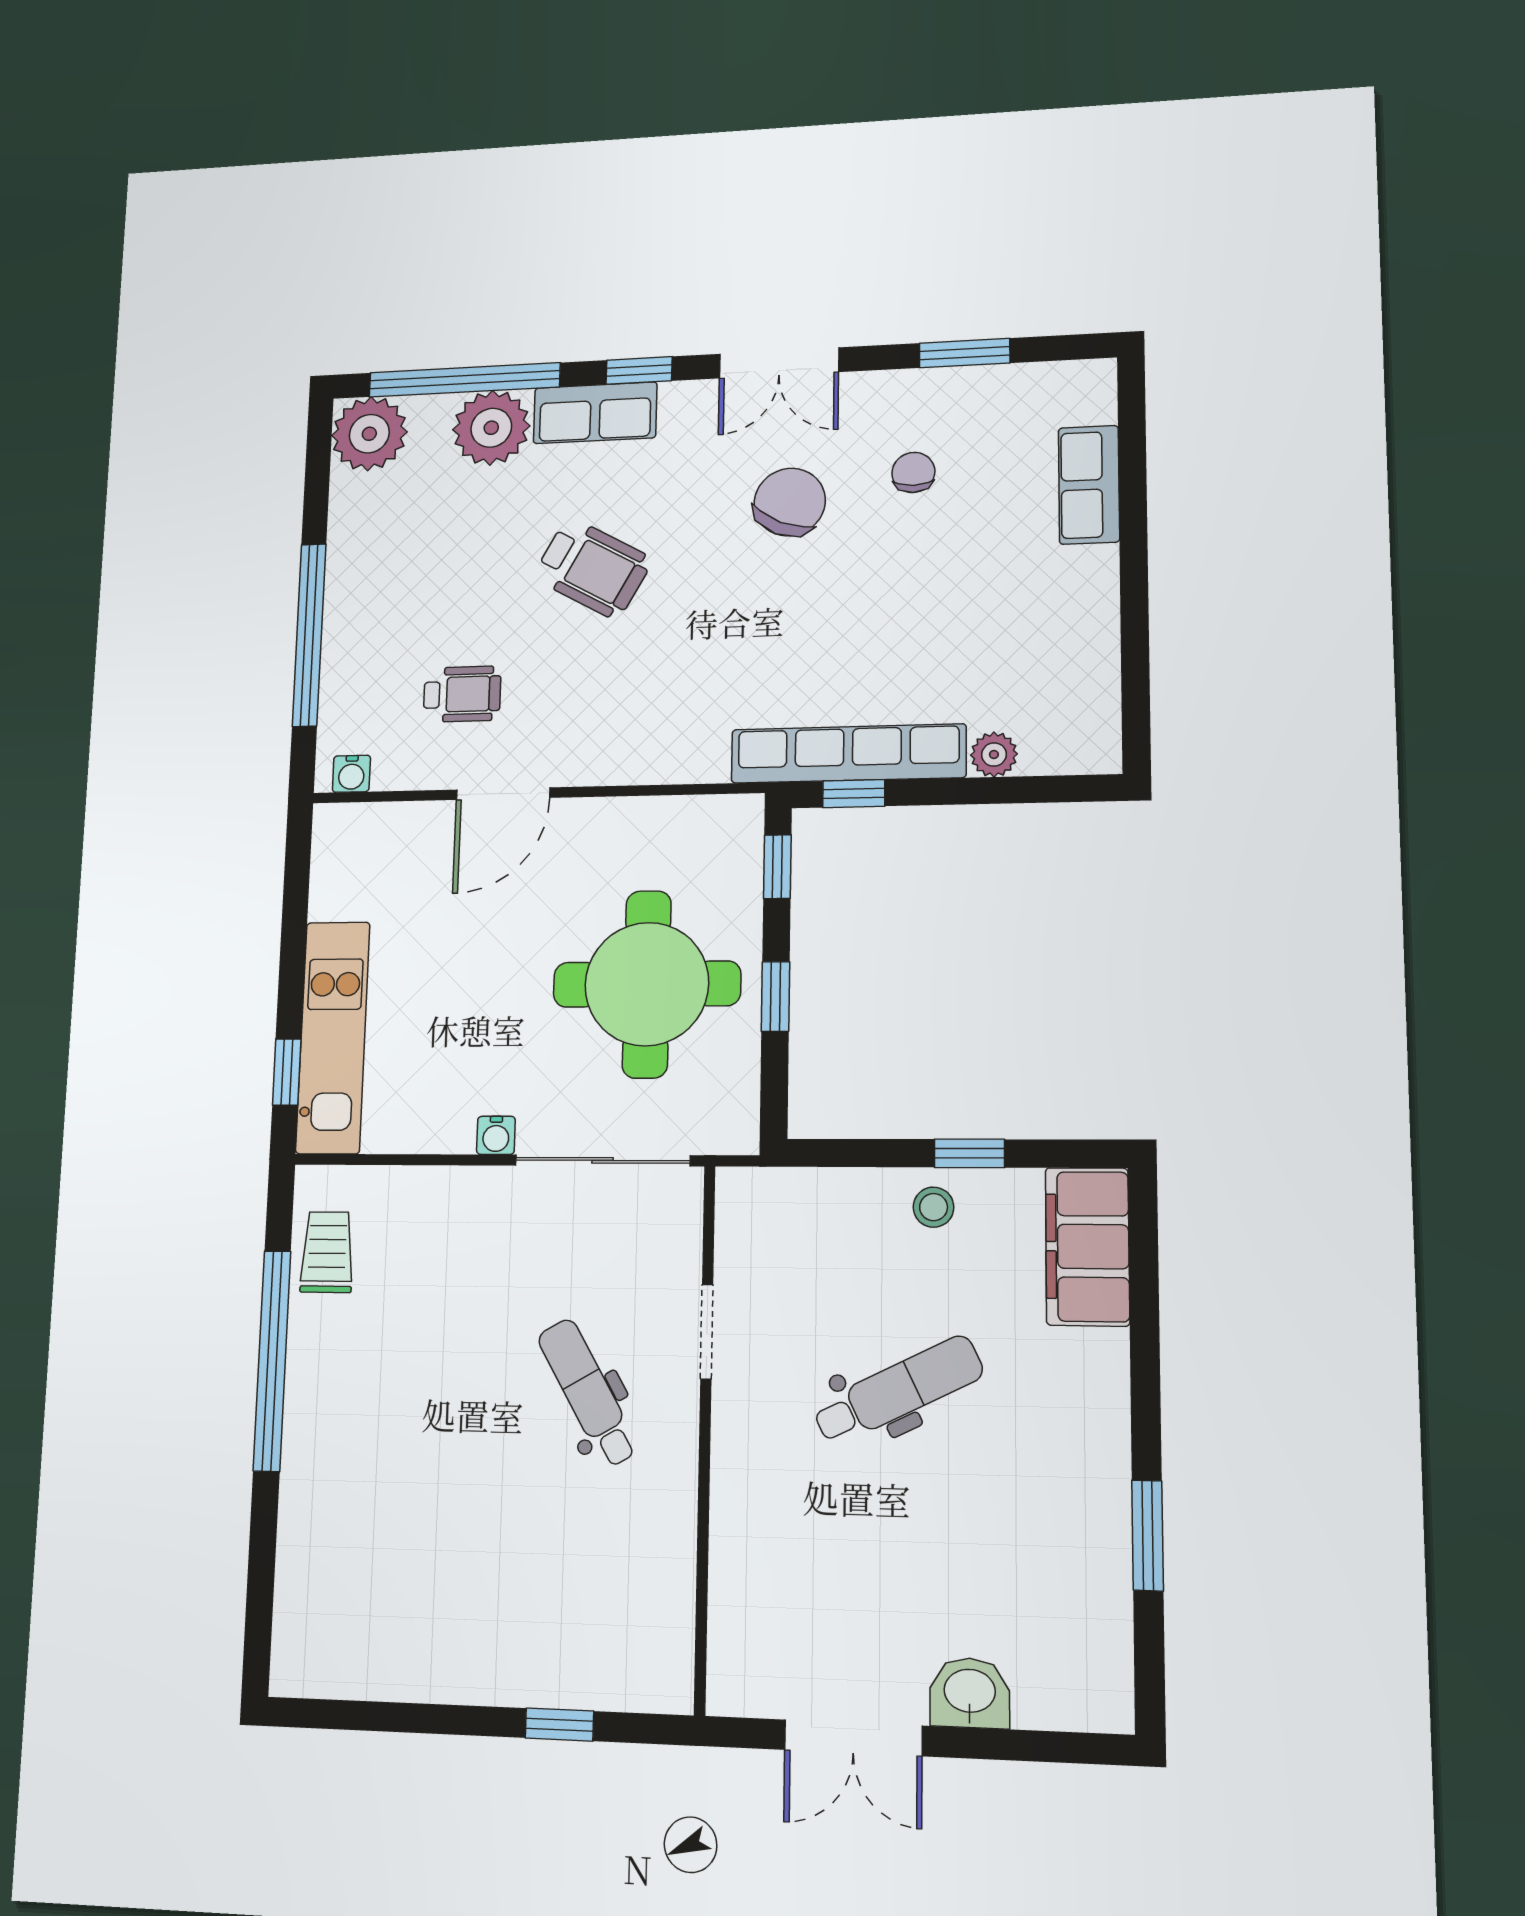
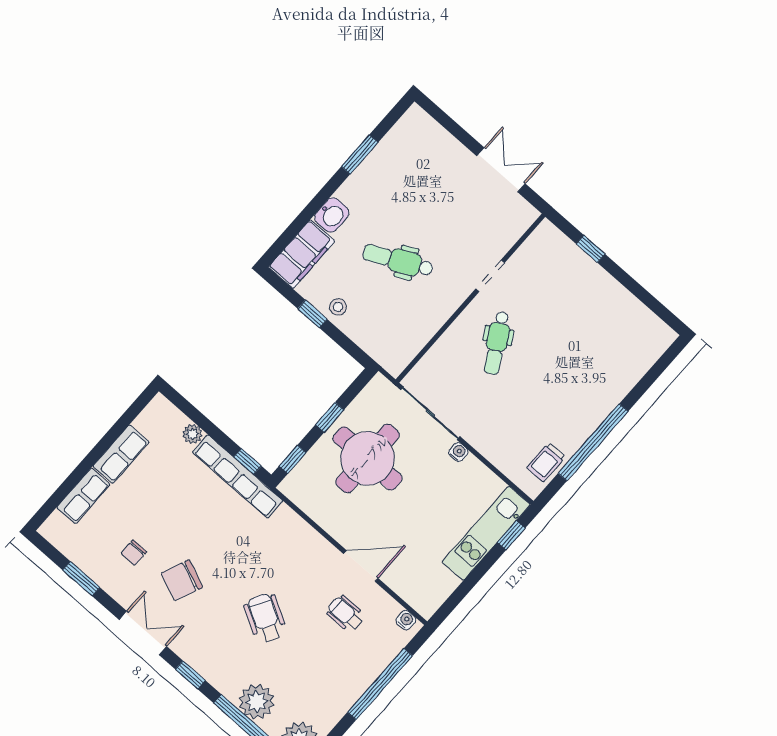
row of seats: (595, 413) -> (121, 454), moved, turned 90
doorway: (707, 1332) -> (490, 276), moved
washbasin: (970, 1693) -> (332, 215), moved, turned -90

